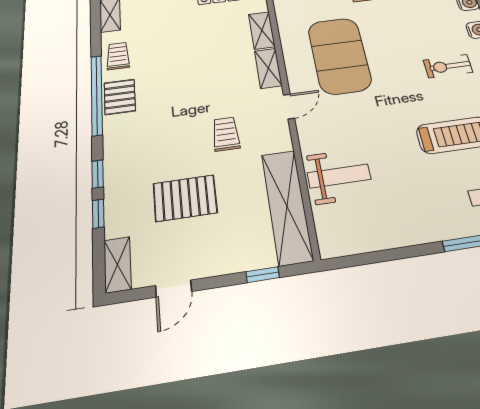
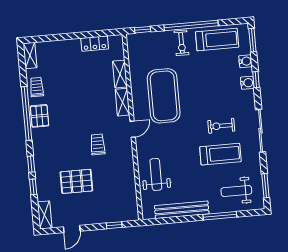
exercise bike: (448, 66) -> (221, 126), moved
weight bench: (339, 176) -> (156, 174), turned -90
shelving: (287, 206) -> (128, 190), removed
bench: (398, 235) -> (182, 210), added

